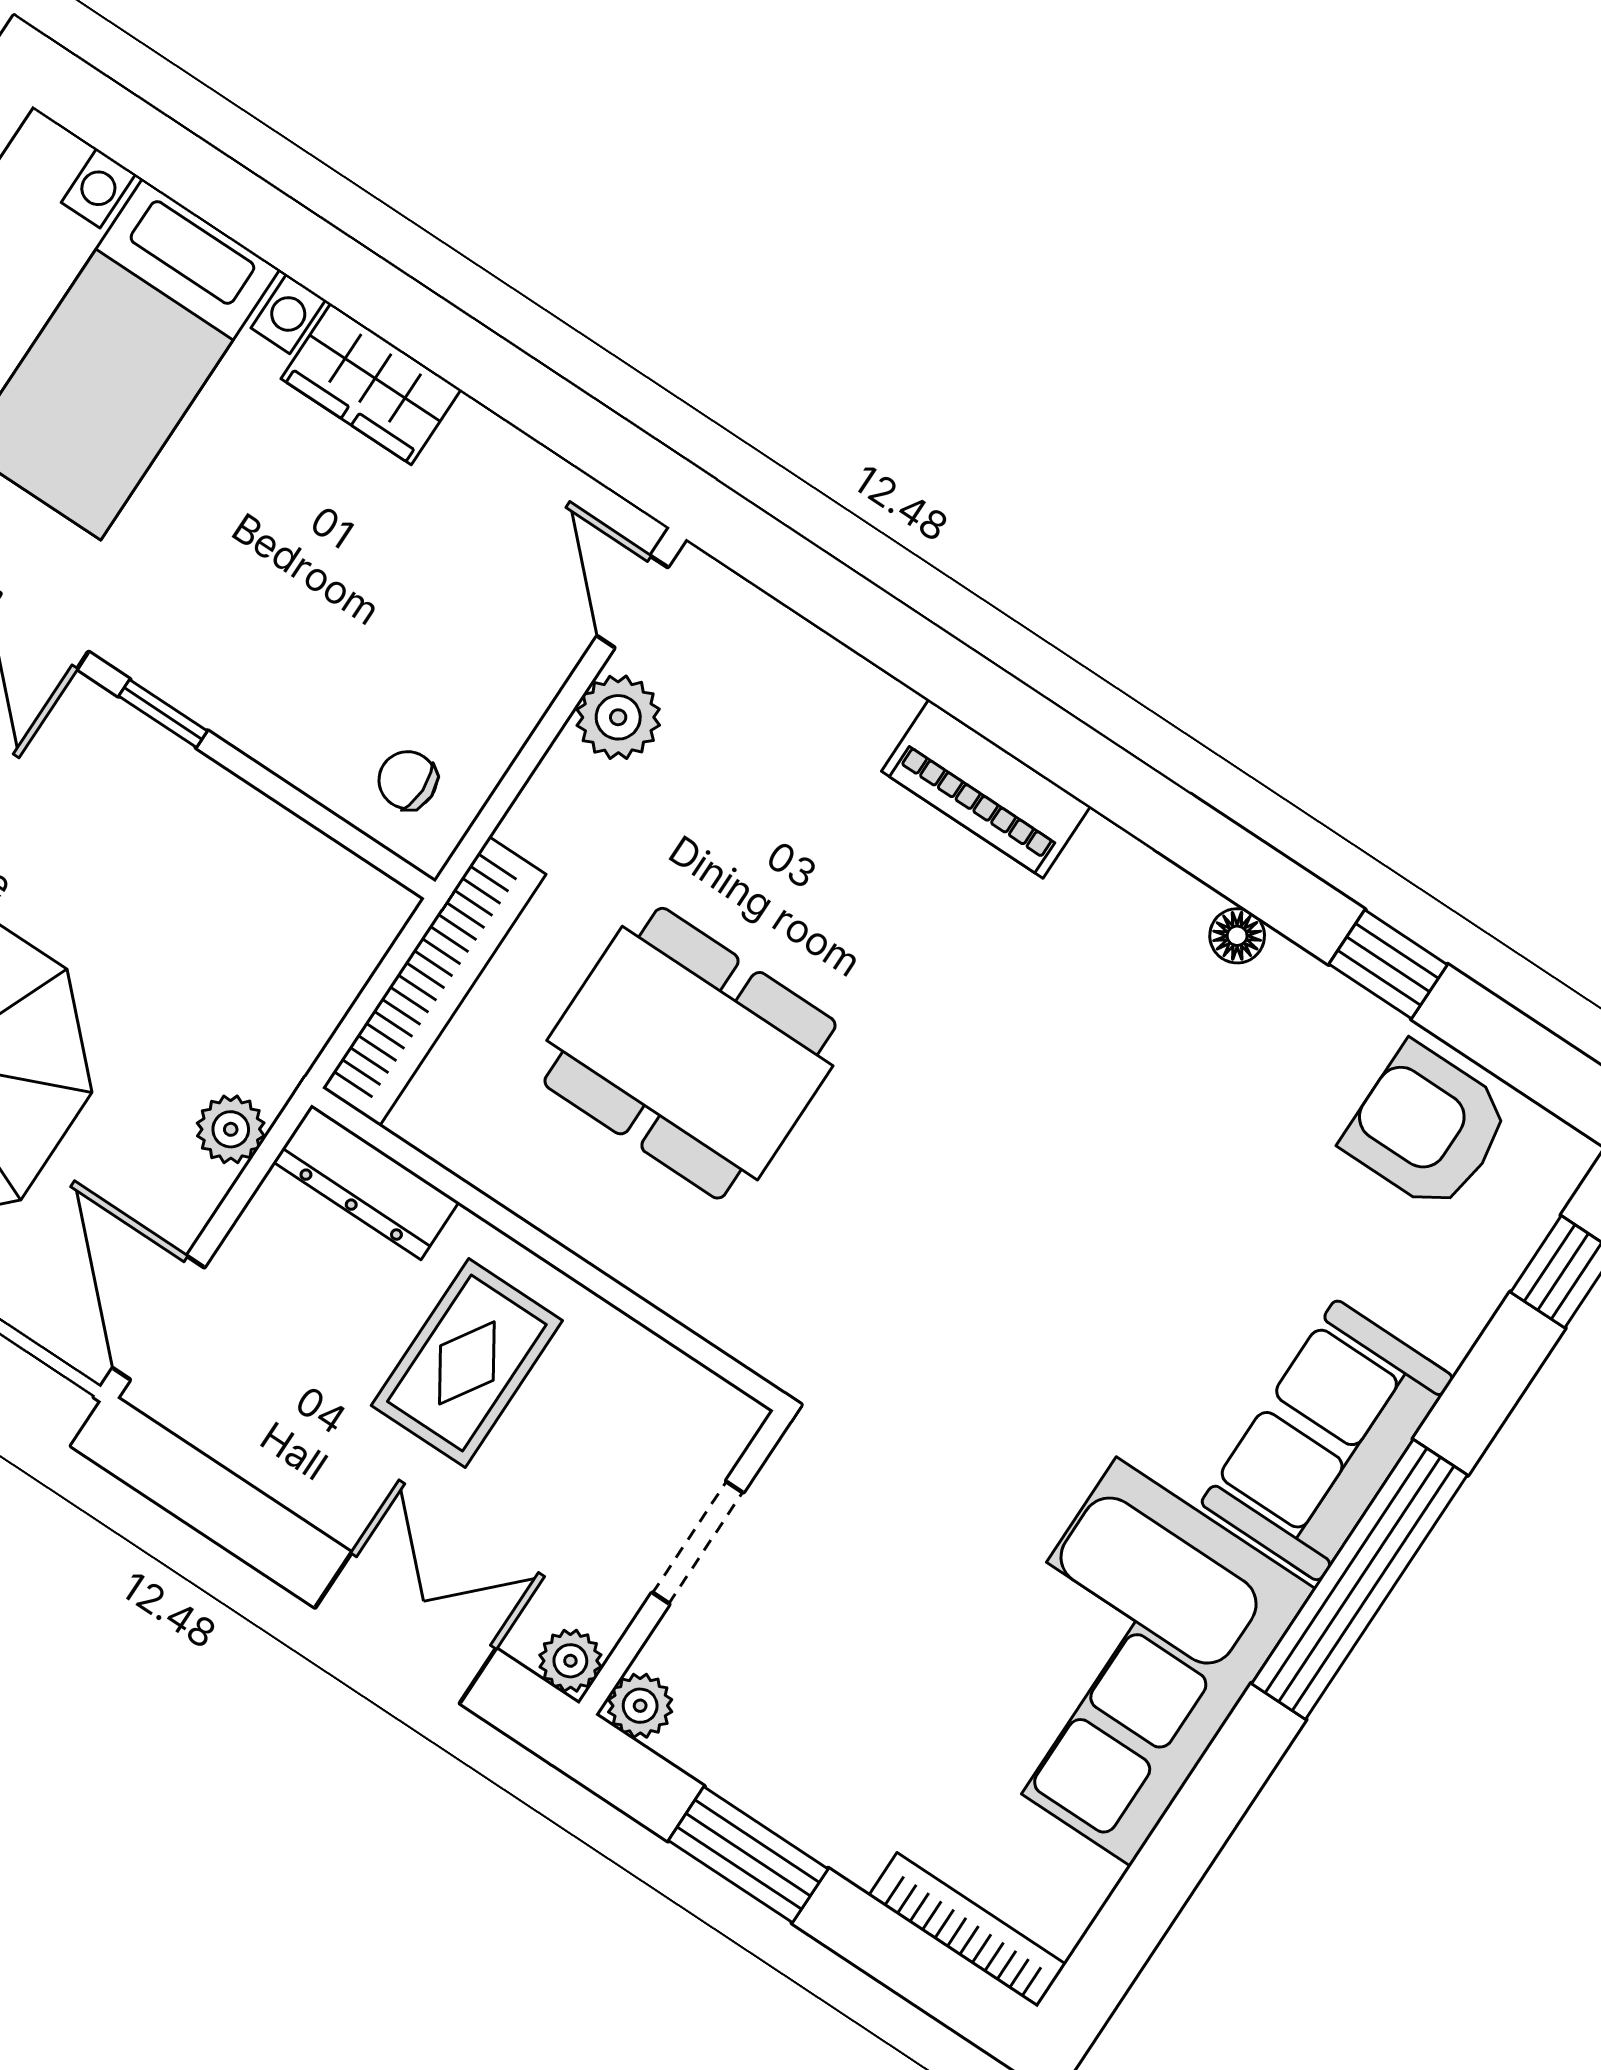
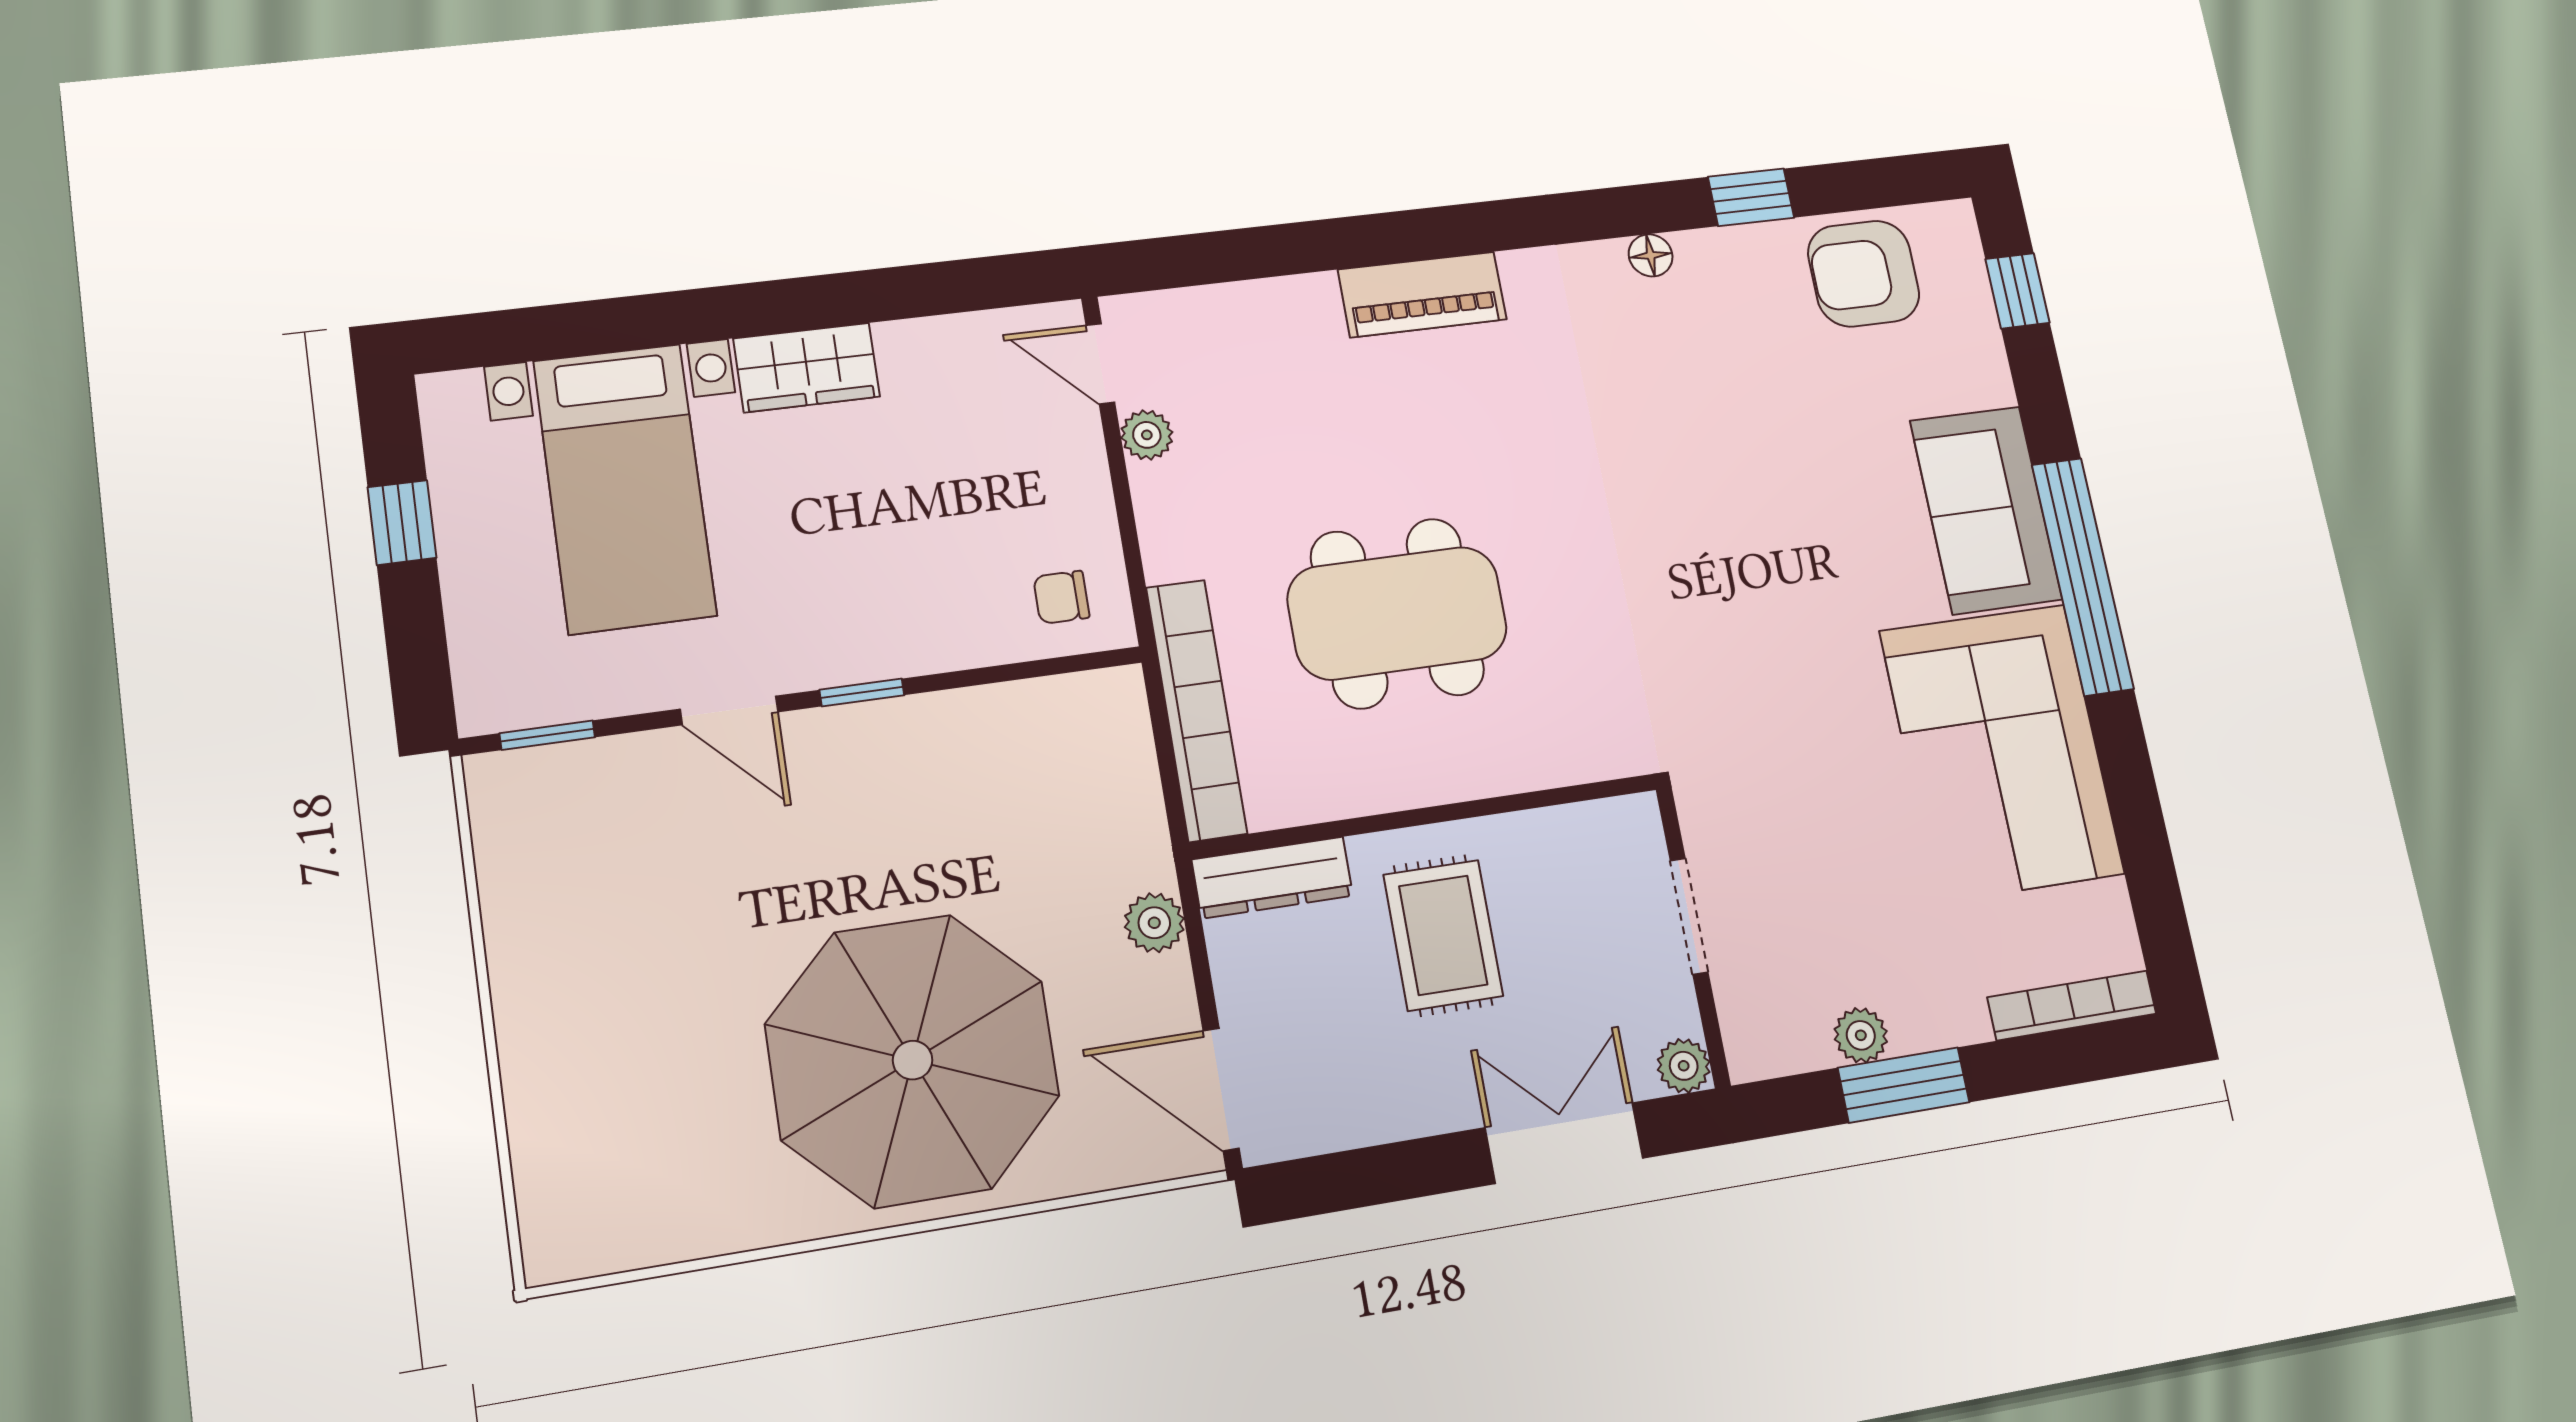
plant: (618, 717) -> (1147, 435), width x0.73, depth x0.73
plant: (640, 1706) -> (1861, 1035), moved

